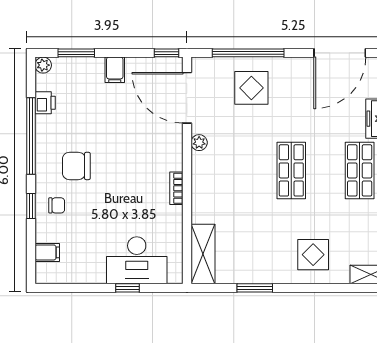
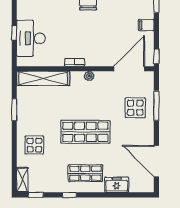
window: (248, 53) -> (156, 106), width x0.68
plant: (199, 143) -> (89, 76), moved
shop shelf: (291, 170) -> (85, 132), width x1.43, depth x1.36
shelving: (203, 254) -> (43, 78), width x1.47

